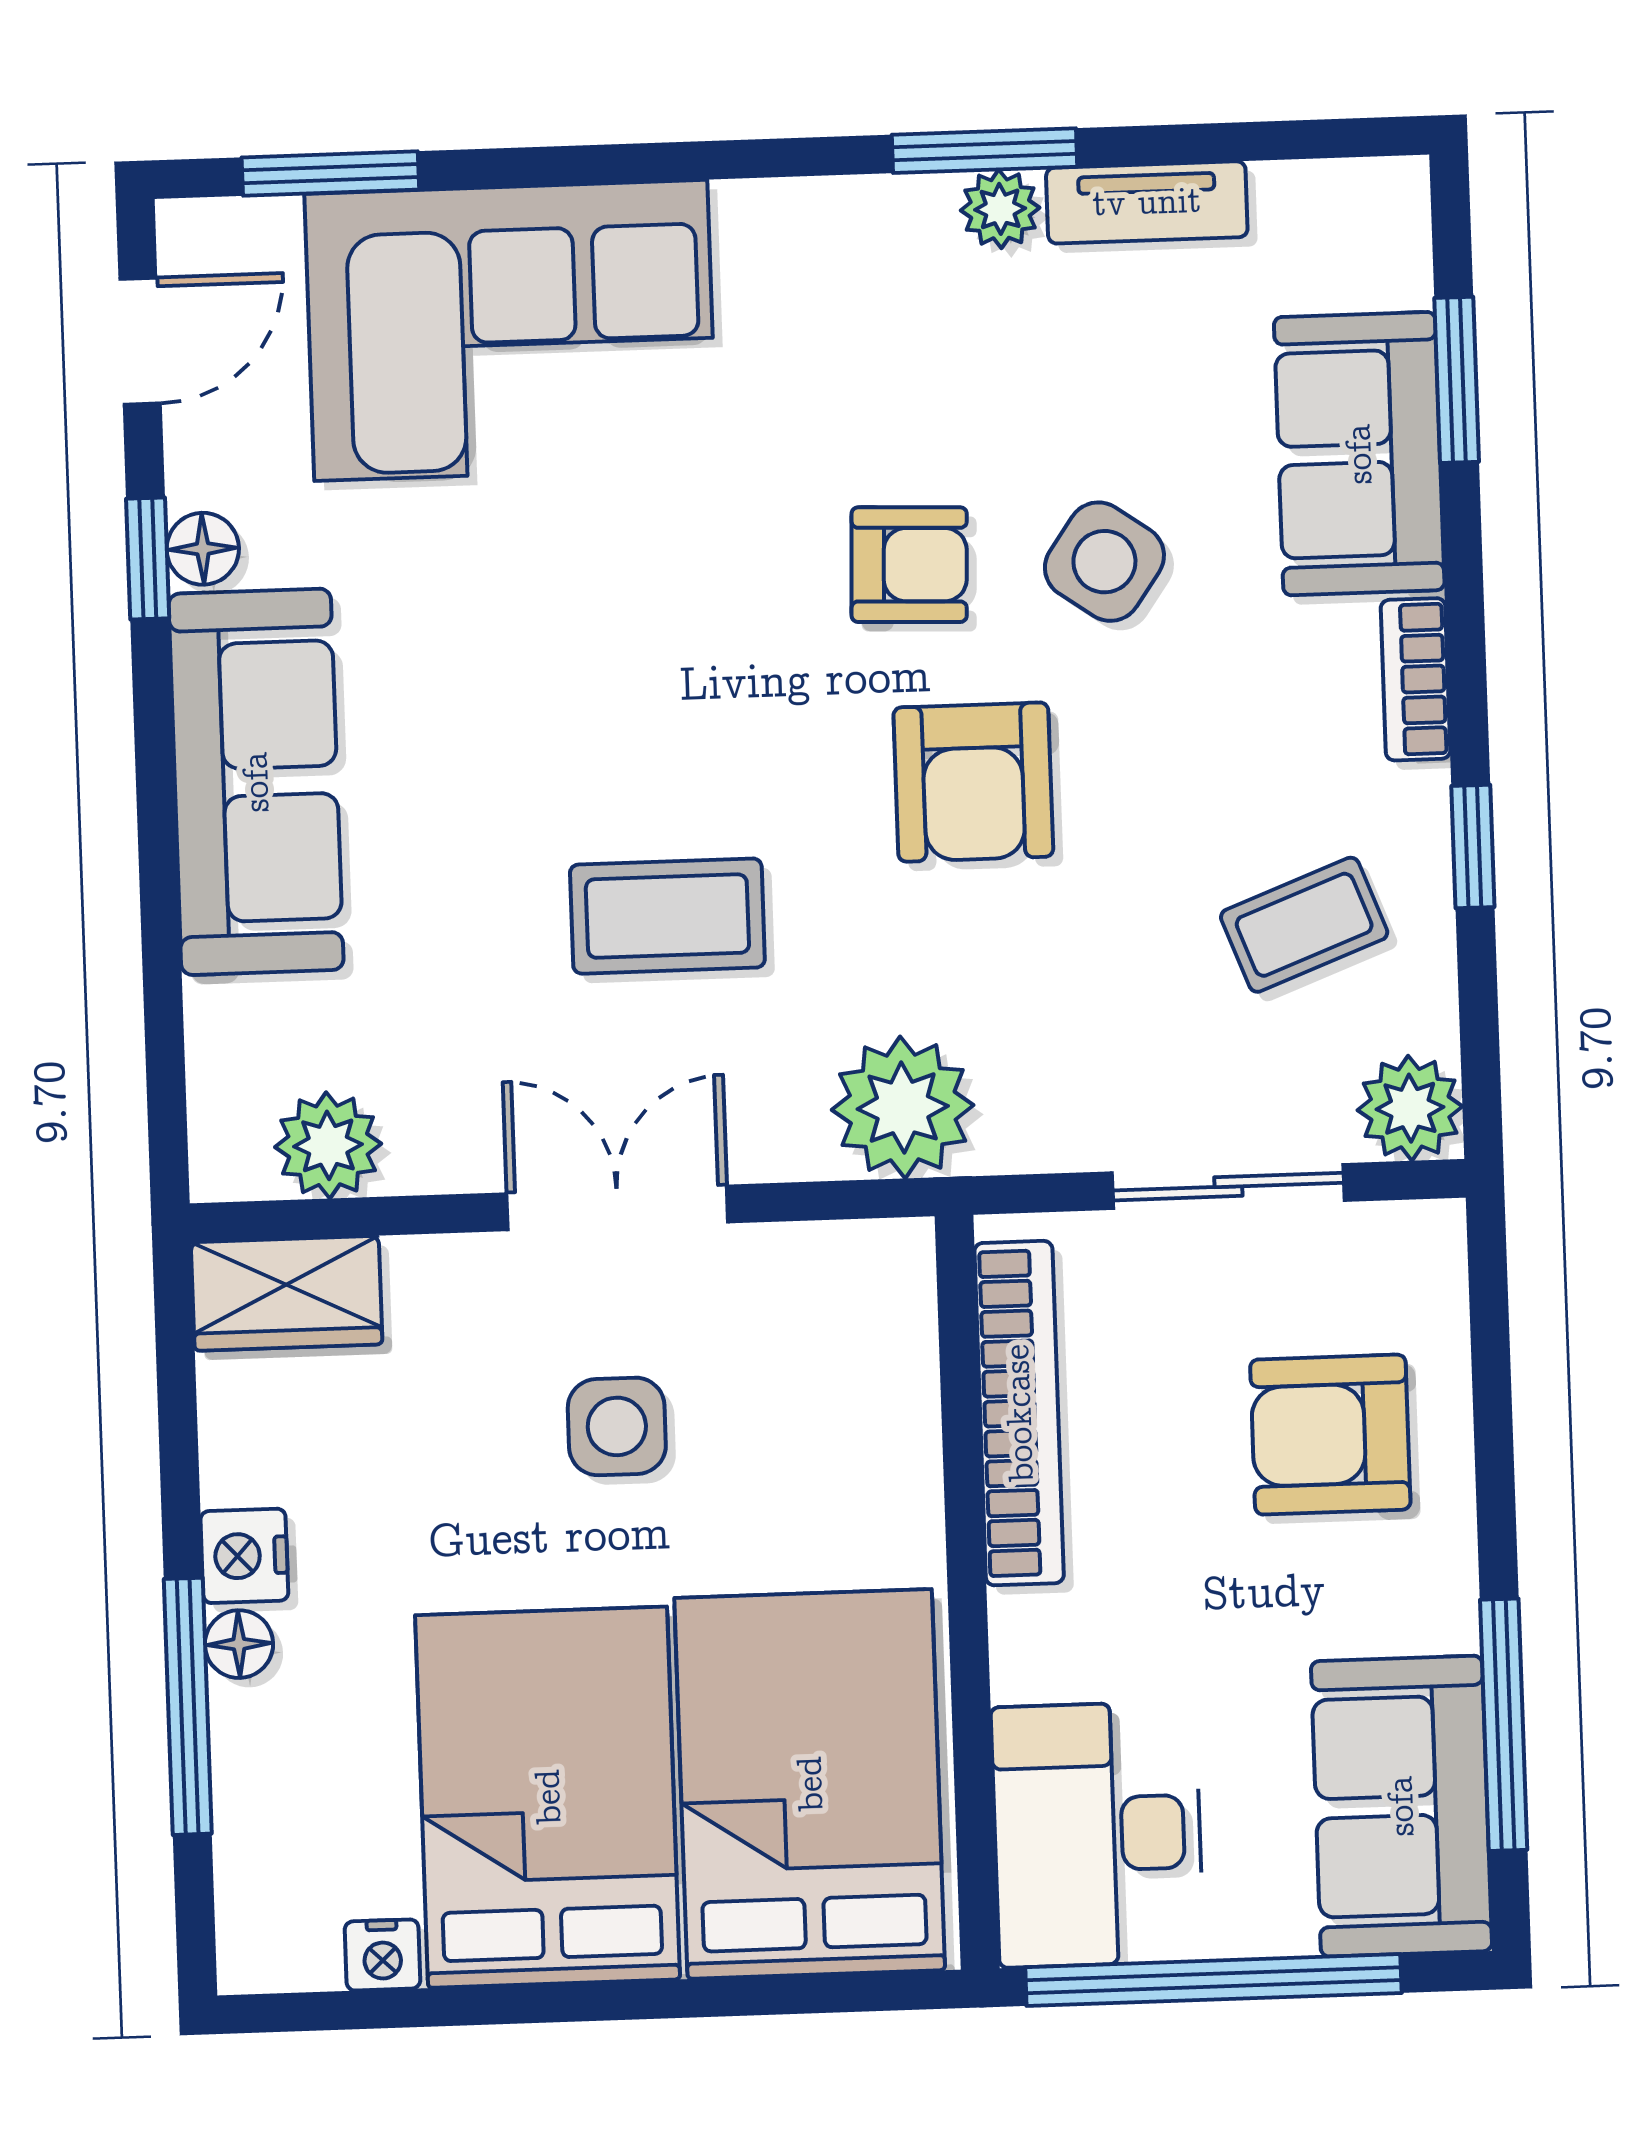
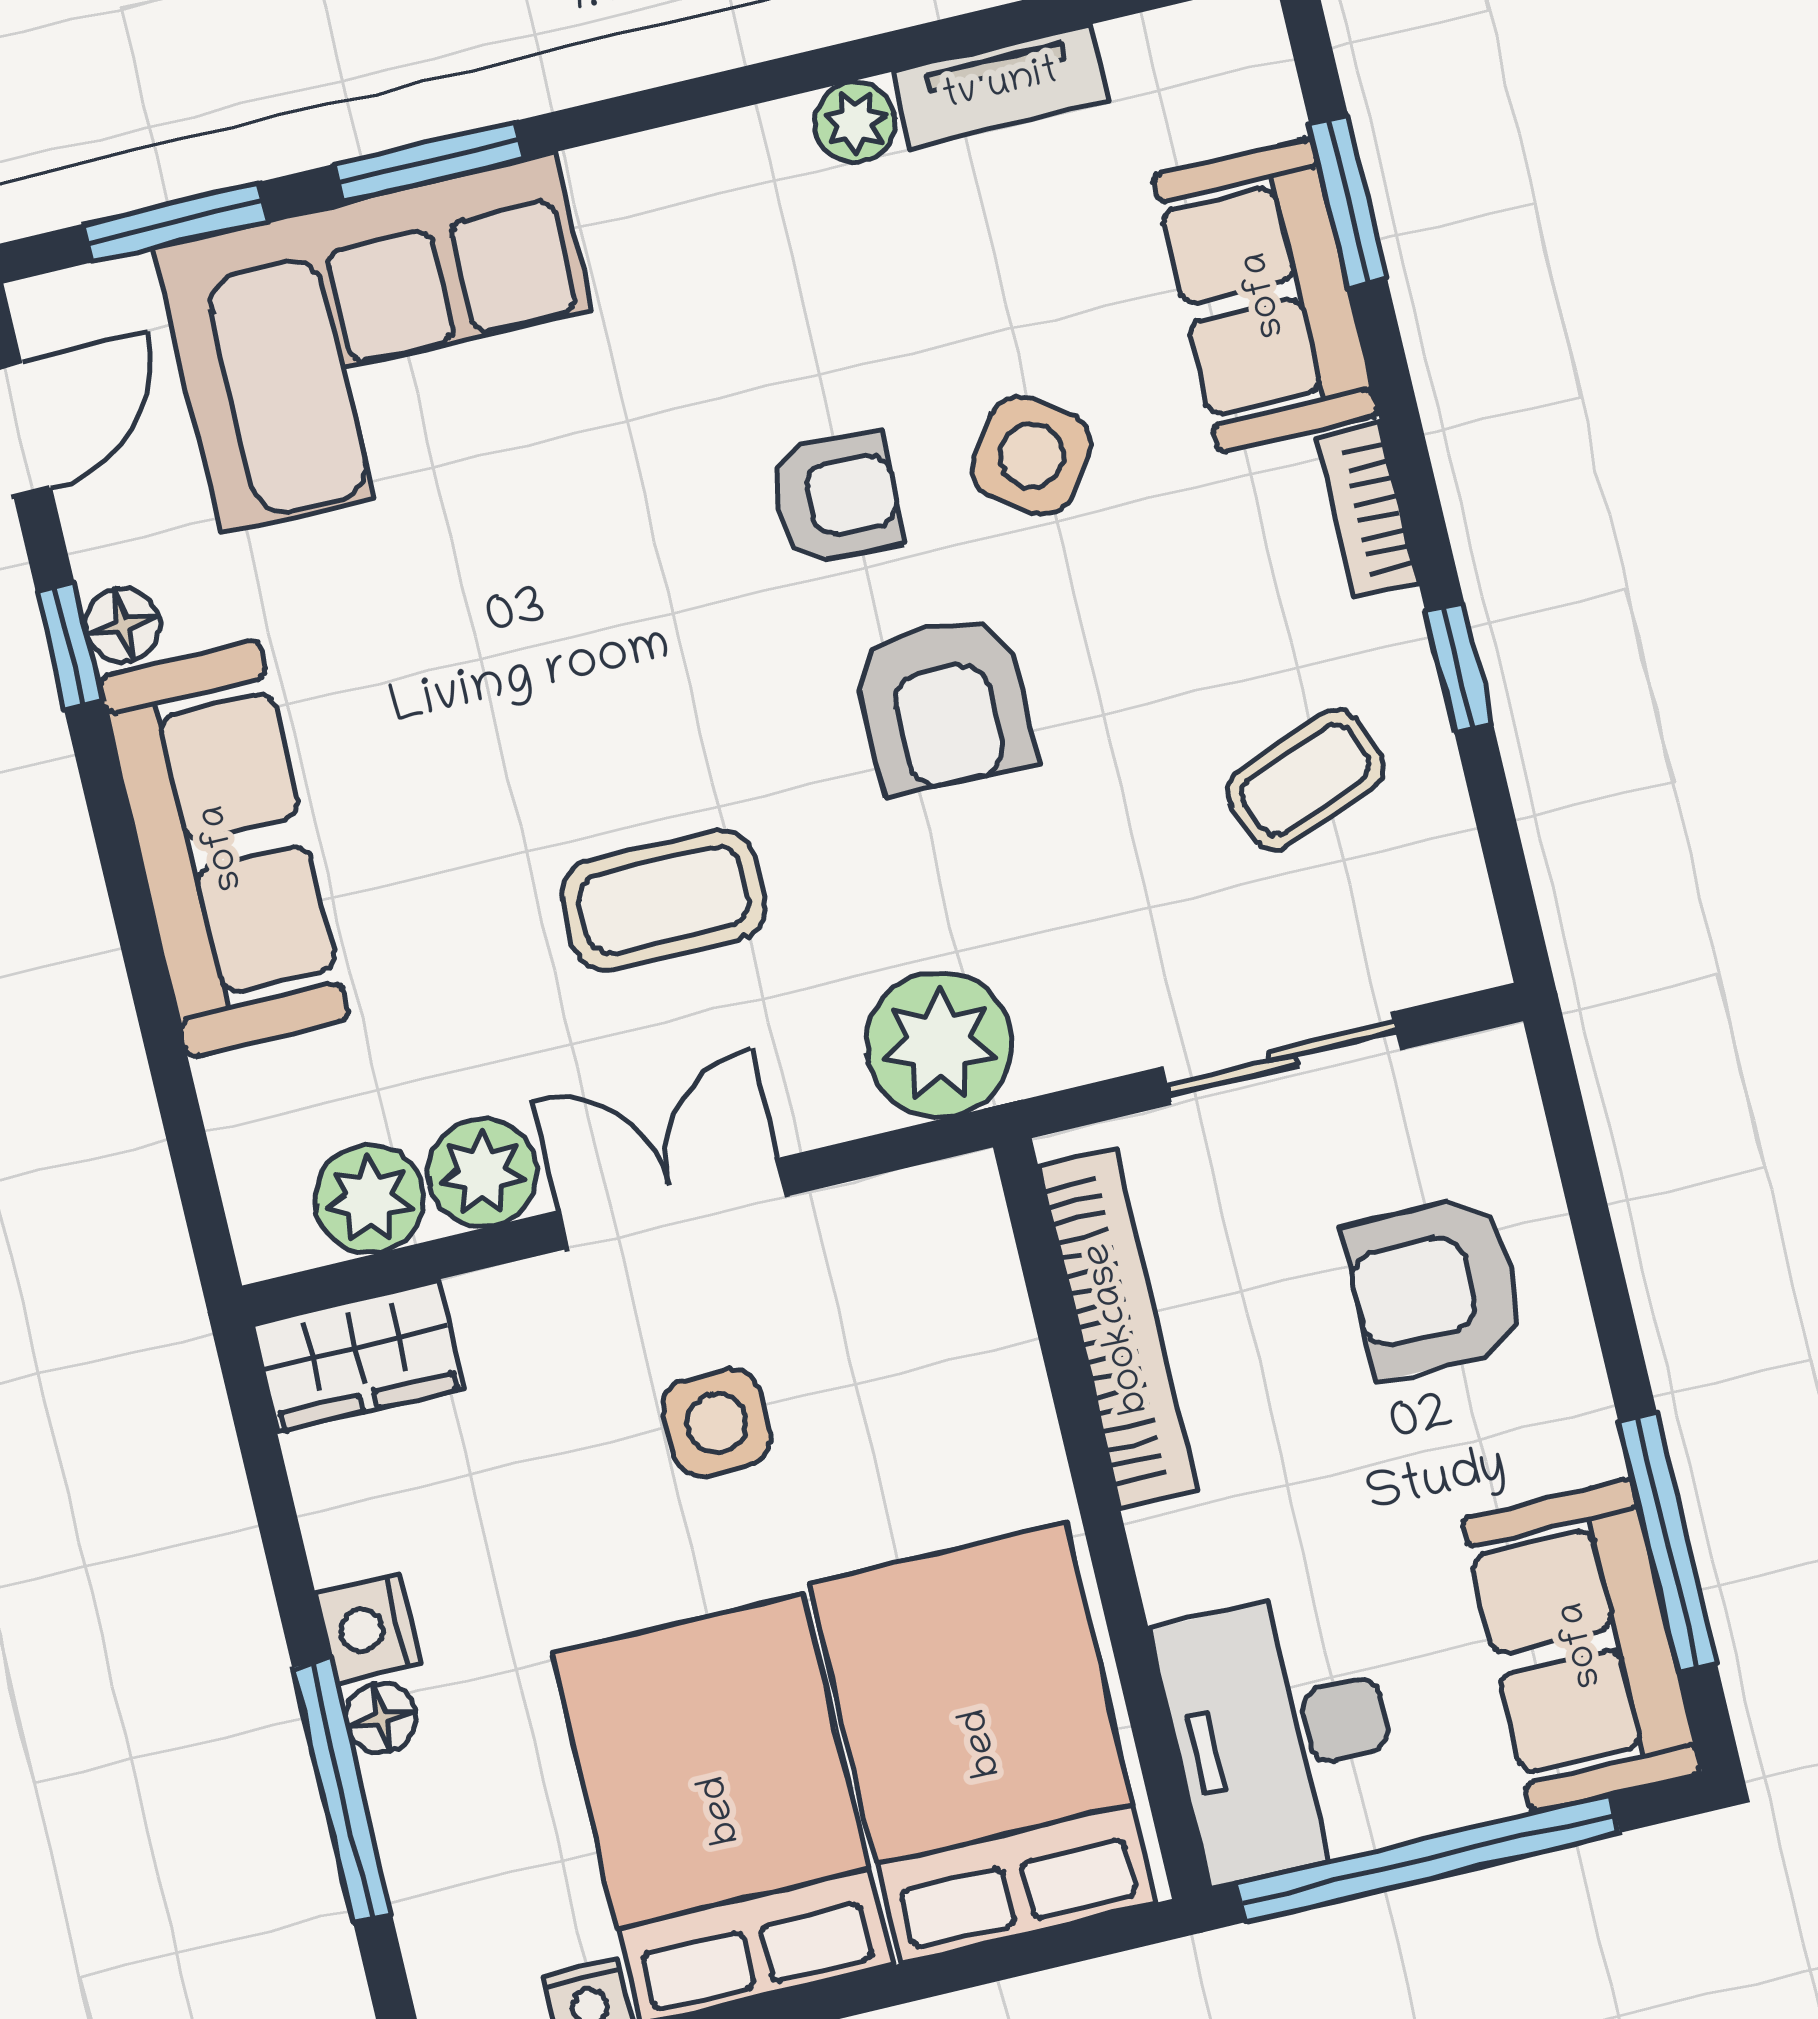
window: (985, 151) -> (429, 162), moved
plant: (1410, 1108) -> (483, 1173), moved

